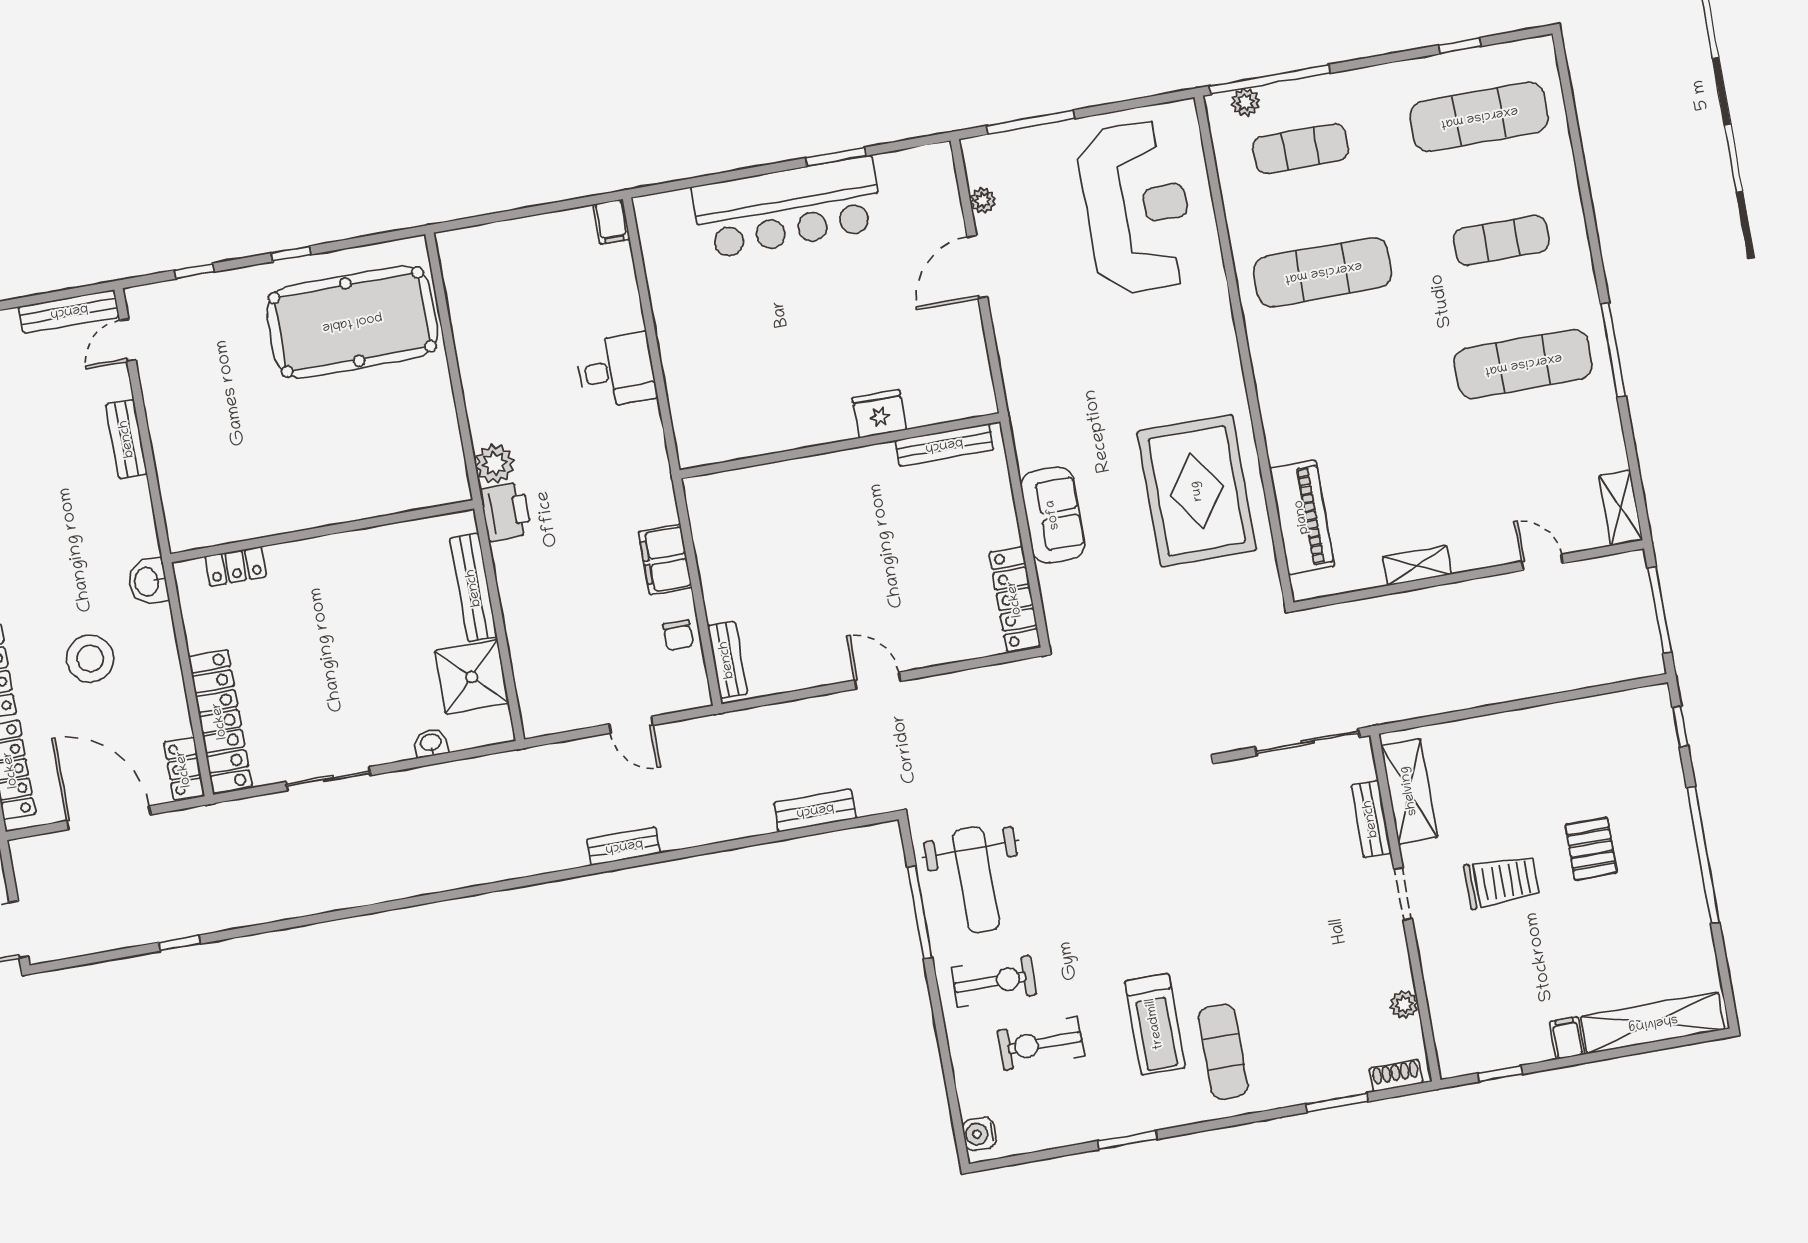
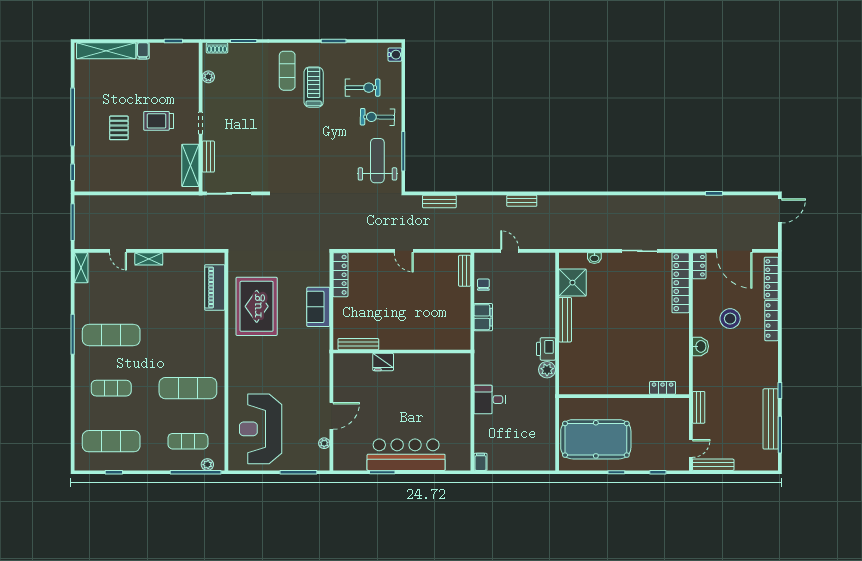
wall: (322, 531) -> (624, 396), moved
locker: (236, 566) -> (663, 388), moved
shelving: (1417, 566) -> (149, 259), moved

